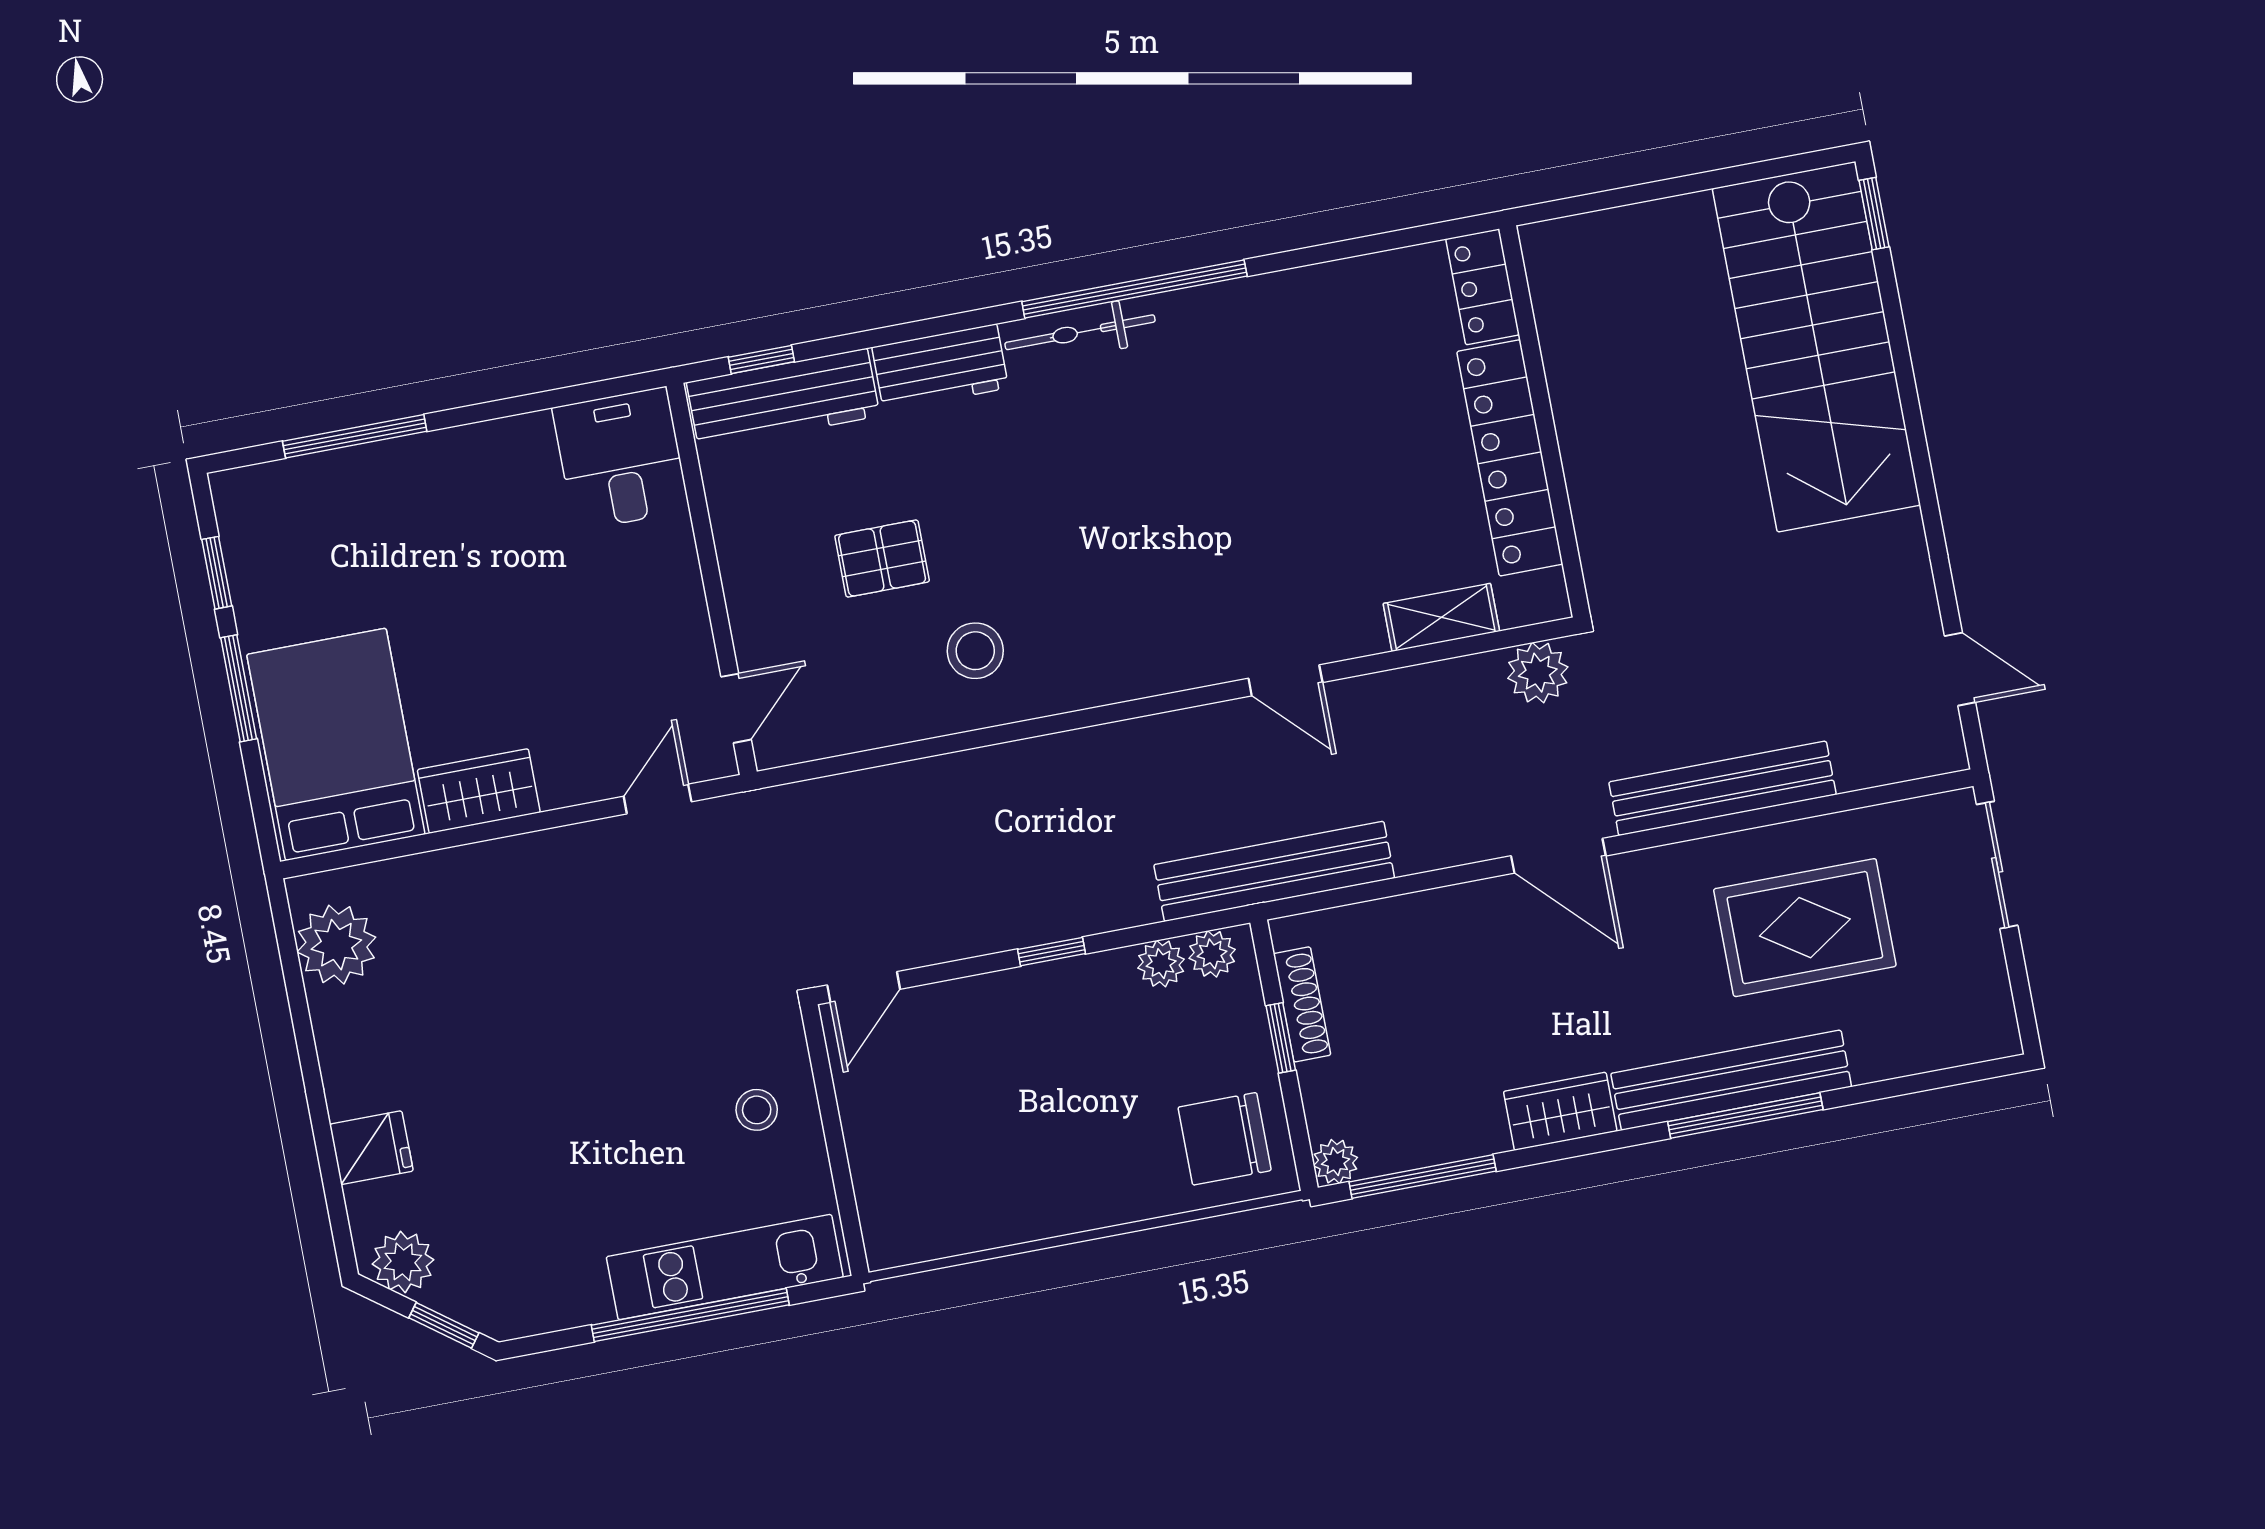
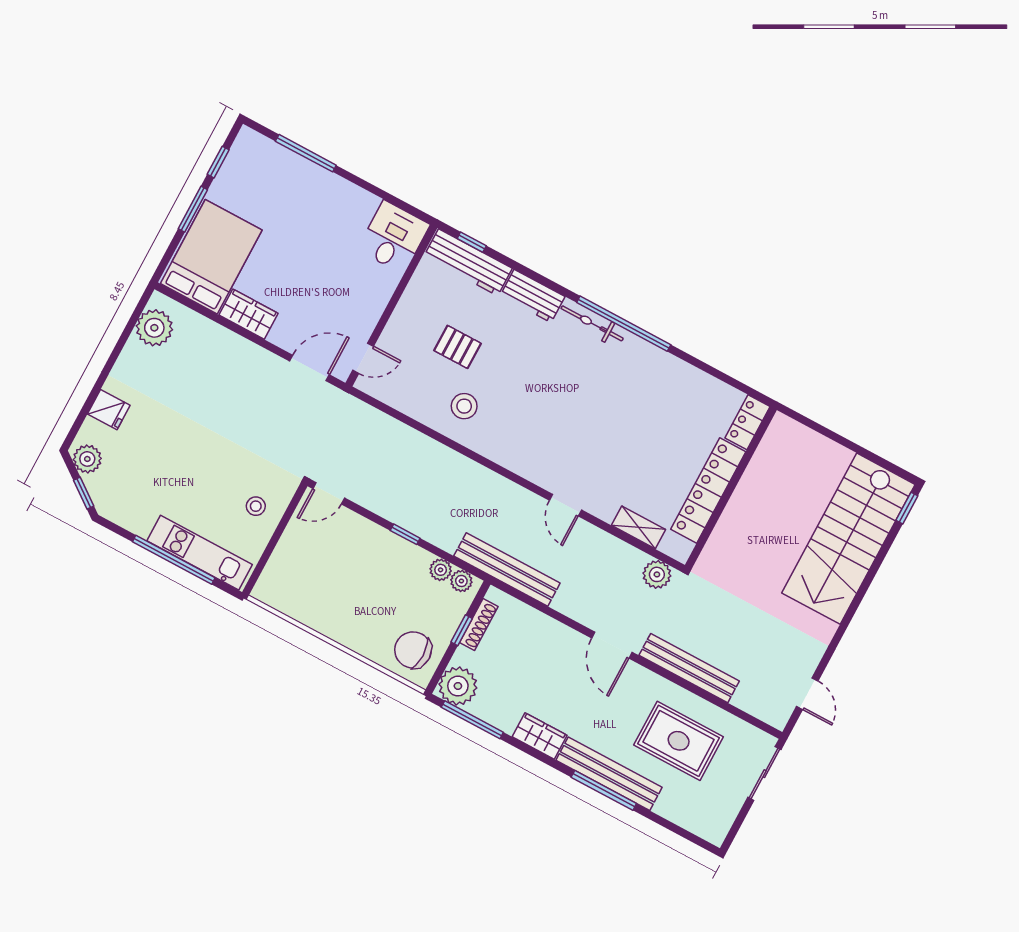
door: (658, 799) -> (309, 368), width x1.38
plant: (1335, 1162) -> (458, 686), width x1.88, depth x1.88

